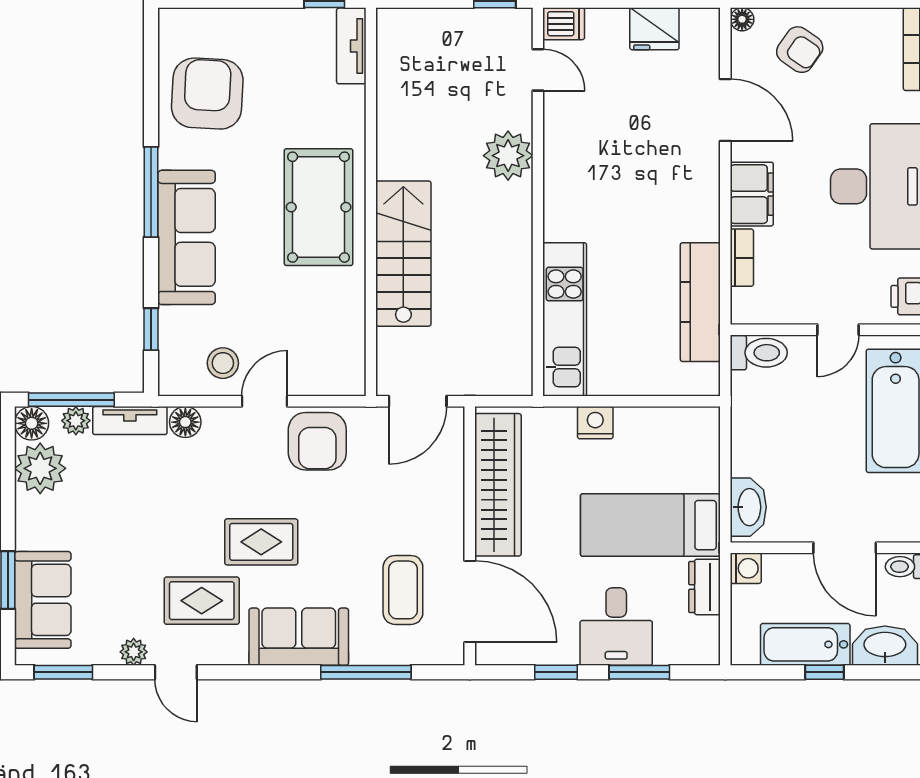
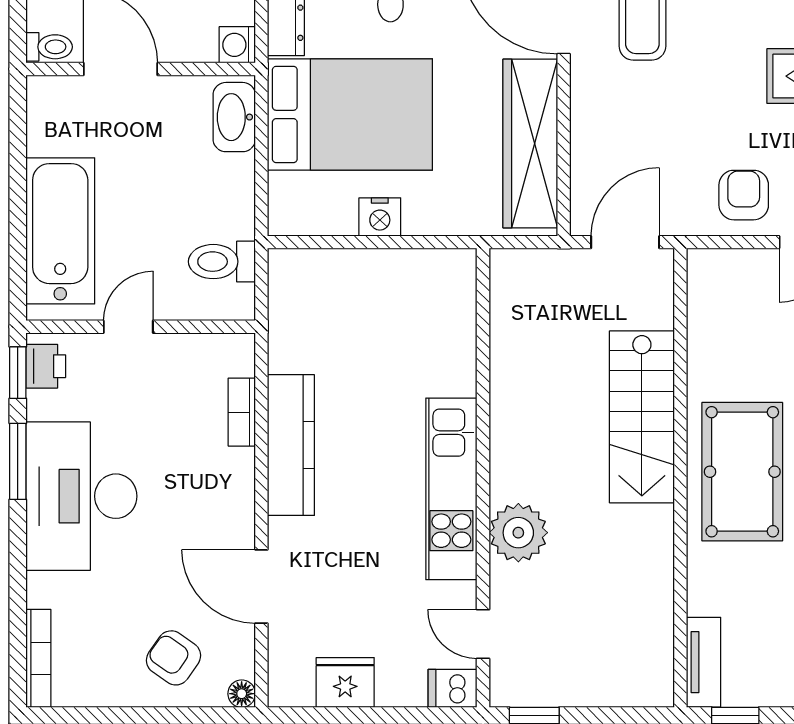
filing cabinet: (752, 194) -> (230, 487), removed
kitchen counter: (700, 302) -> (291, 445), moved
kitchen unit: (565, 319) -> (451, 489), moved
toilet: (759, 353) -> (222, 262), moved
nightstand: (595, 423) -> (380, 217), moved
armchair: (317, 441) -> (744, 195), width x0.72, depth x0.72
bed: (650, 525) -> (350, 114), width x1.50

